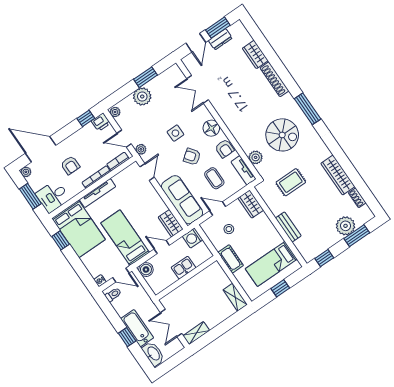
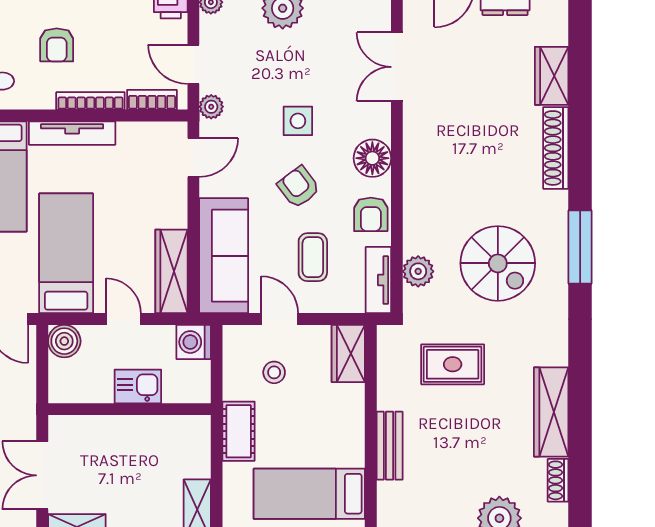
wardrobe: (171, 223) -> (171, 271), width x1.50

